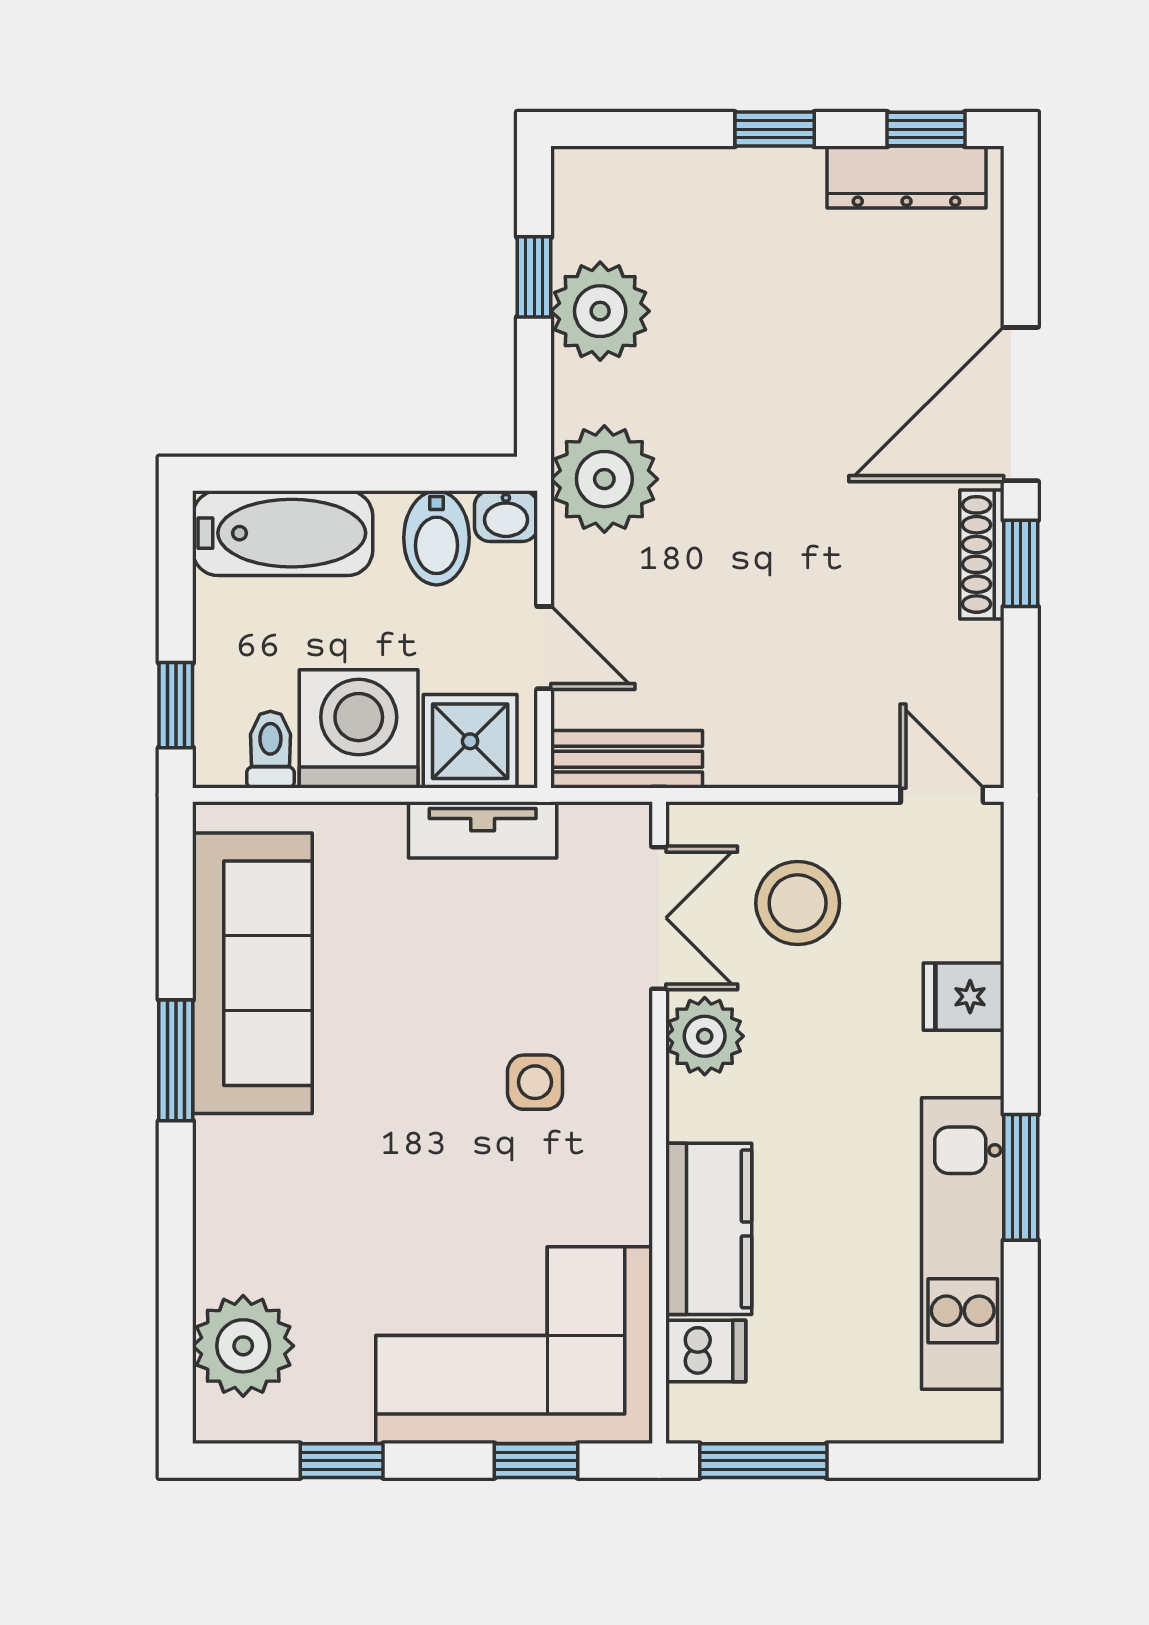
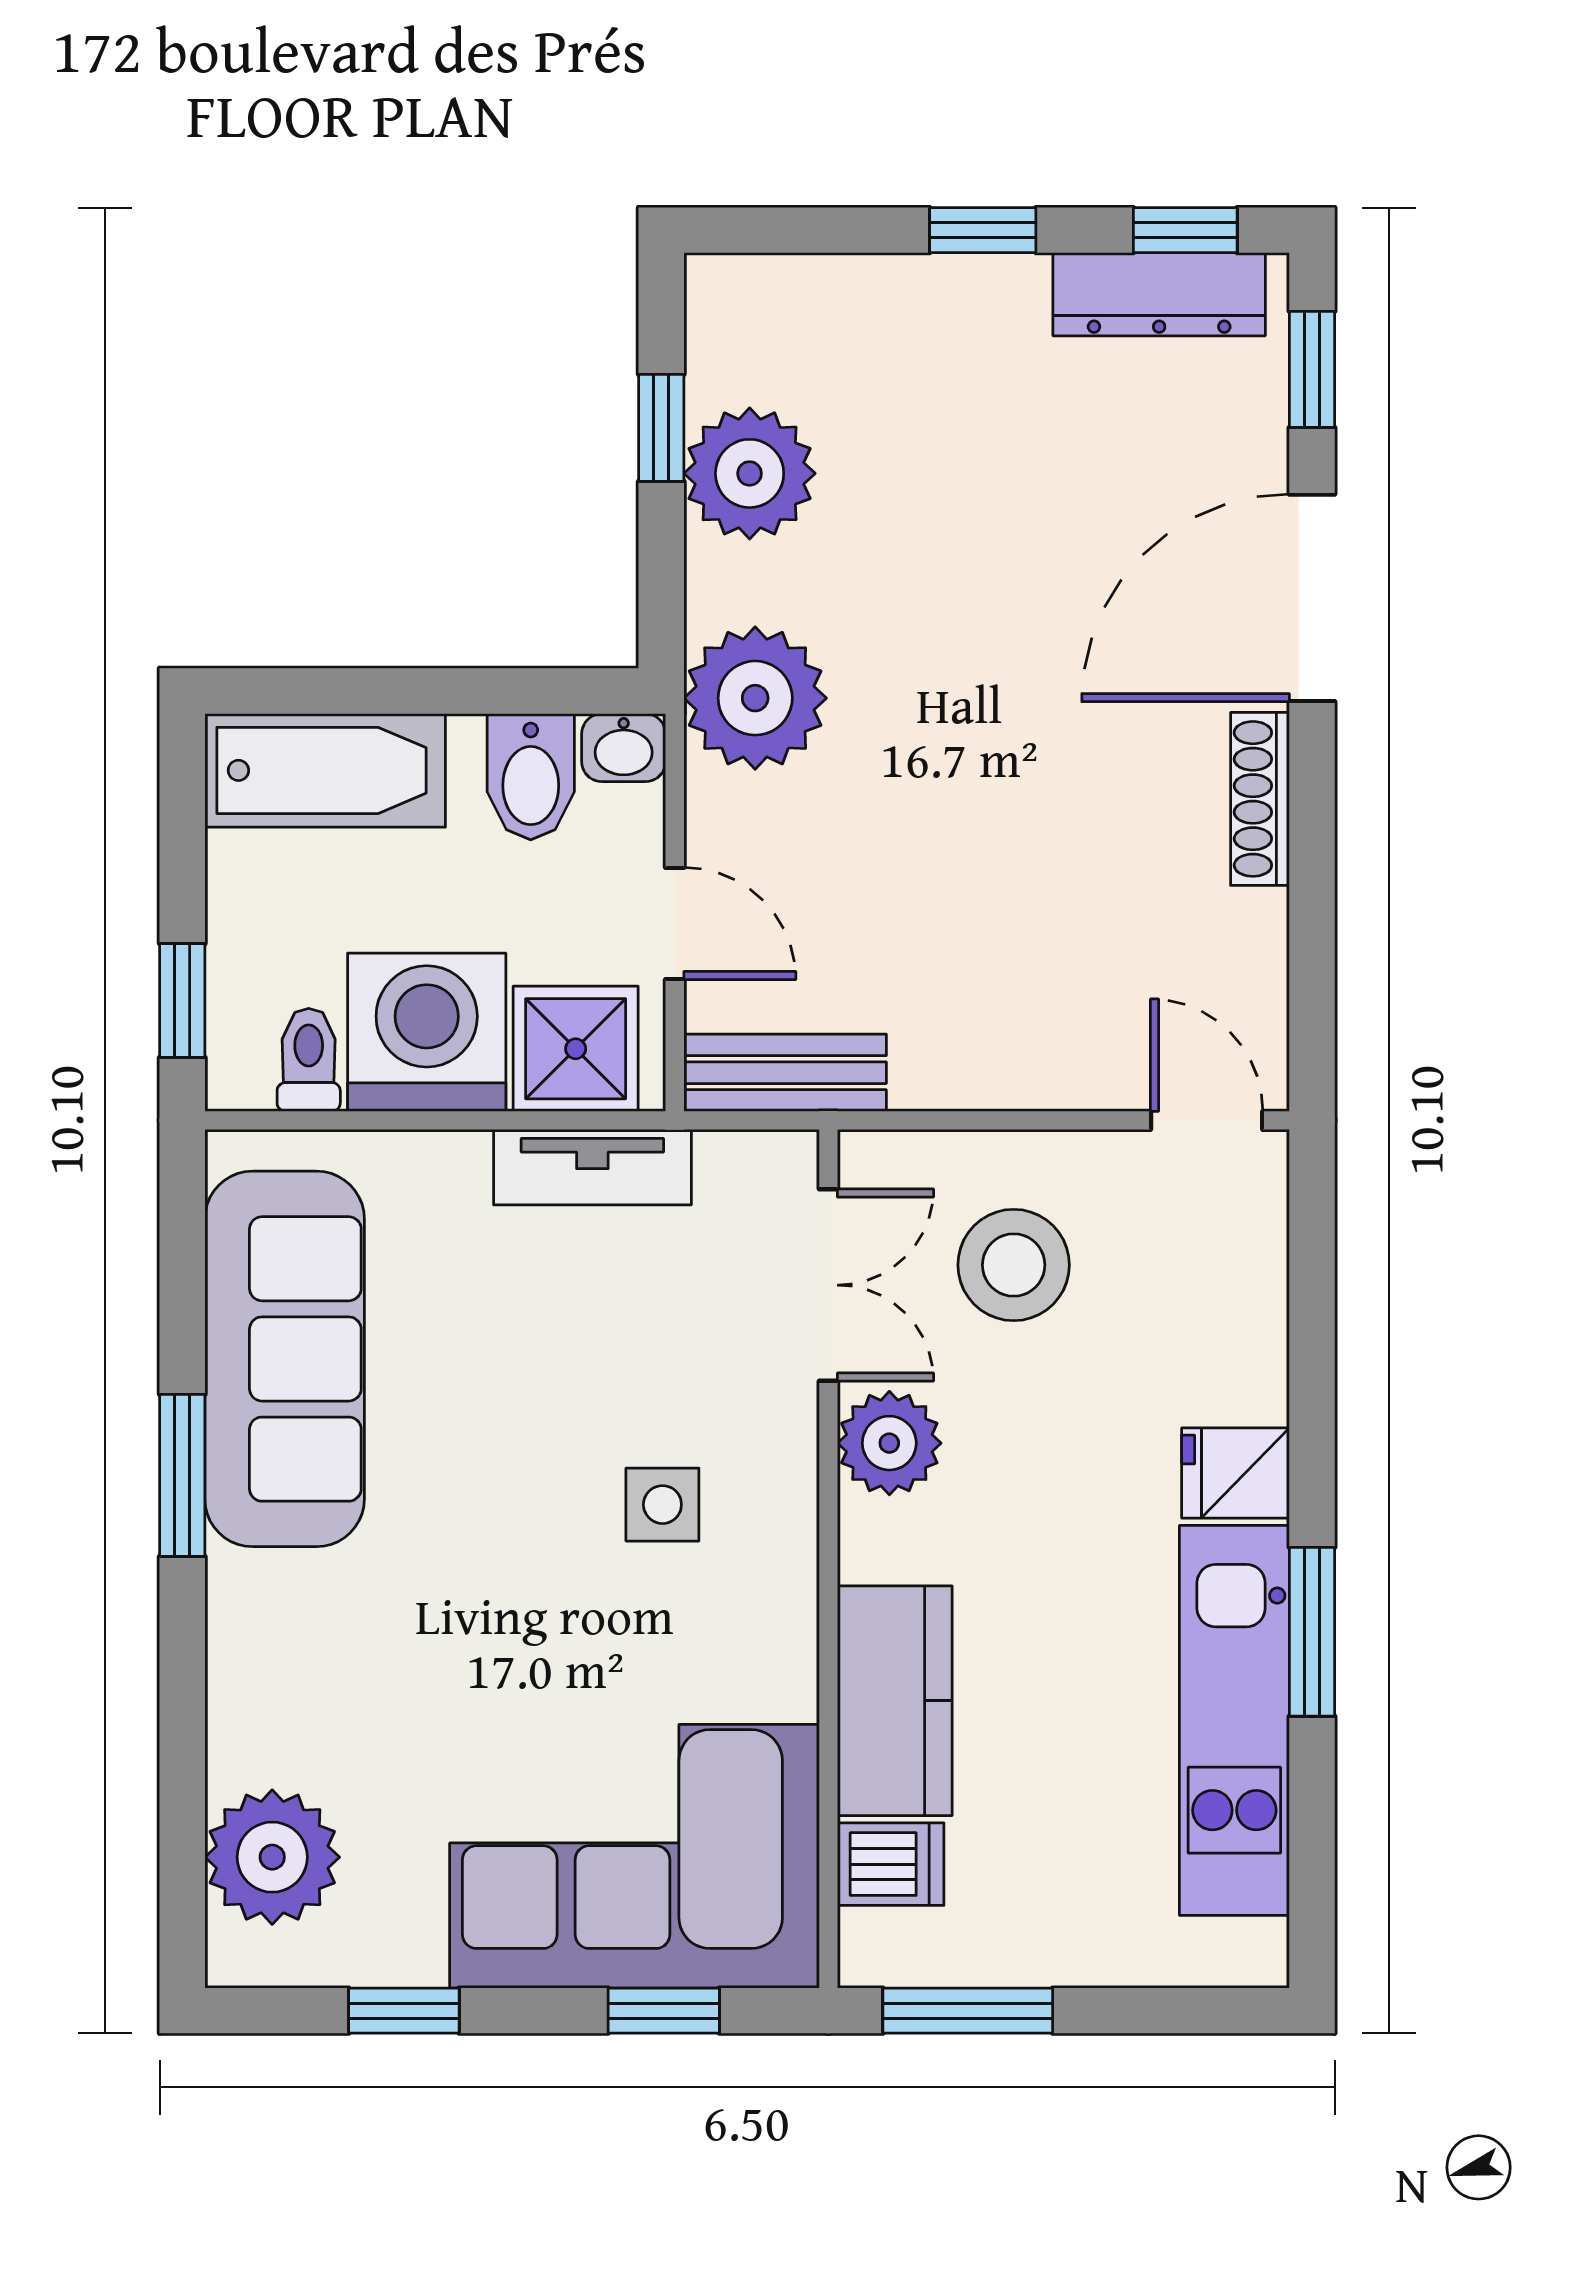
window: (1021, 563) -> (1312, 369), moved
fridge: (964, 997) -> (1235, 1473), moved

